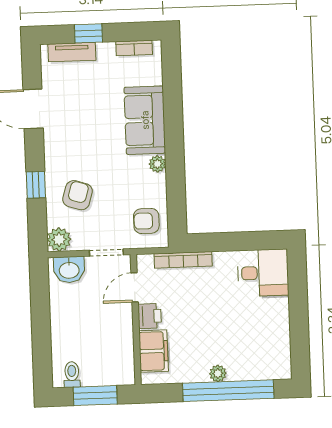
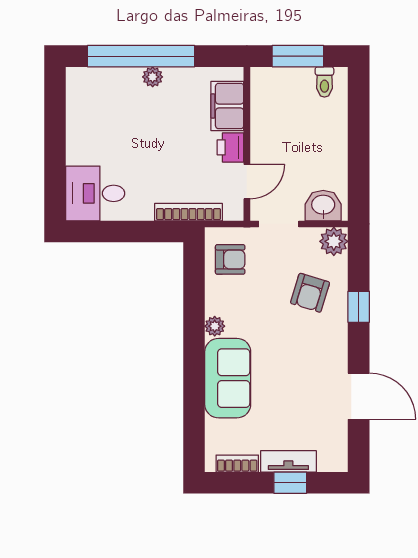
tv unit: (72, 52) -> (288, 461), moved

